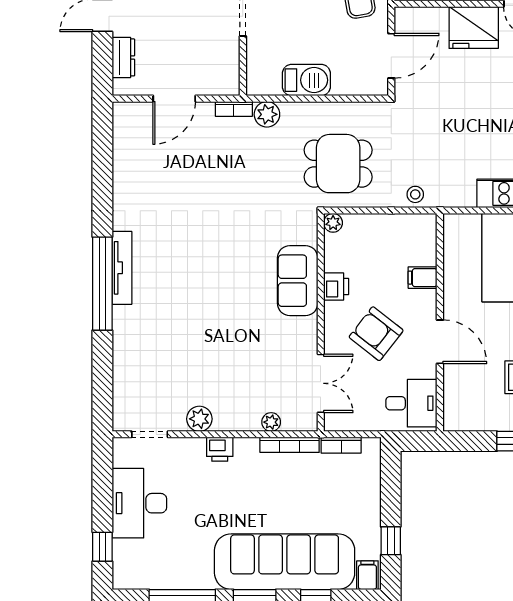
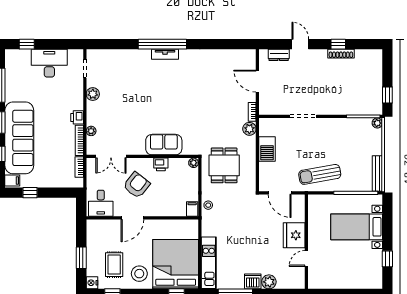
tv unit: (122, 268) -> (165, 54), width x0.71
filing cabinet: (423, 278) -> (192, 209), moved
printer: (220, 449) -> (77, 117), moved

